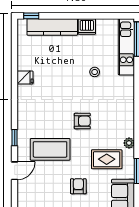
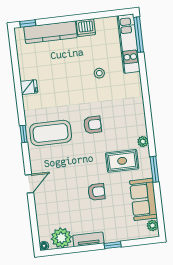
window: (15, 138) -> (24, 134), moved
coffee table: (50, 149) -> (51, 133), moved
armchair: (78, 186) -> (96, 192), turned 90

